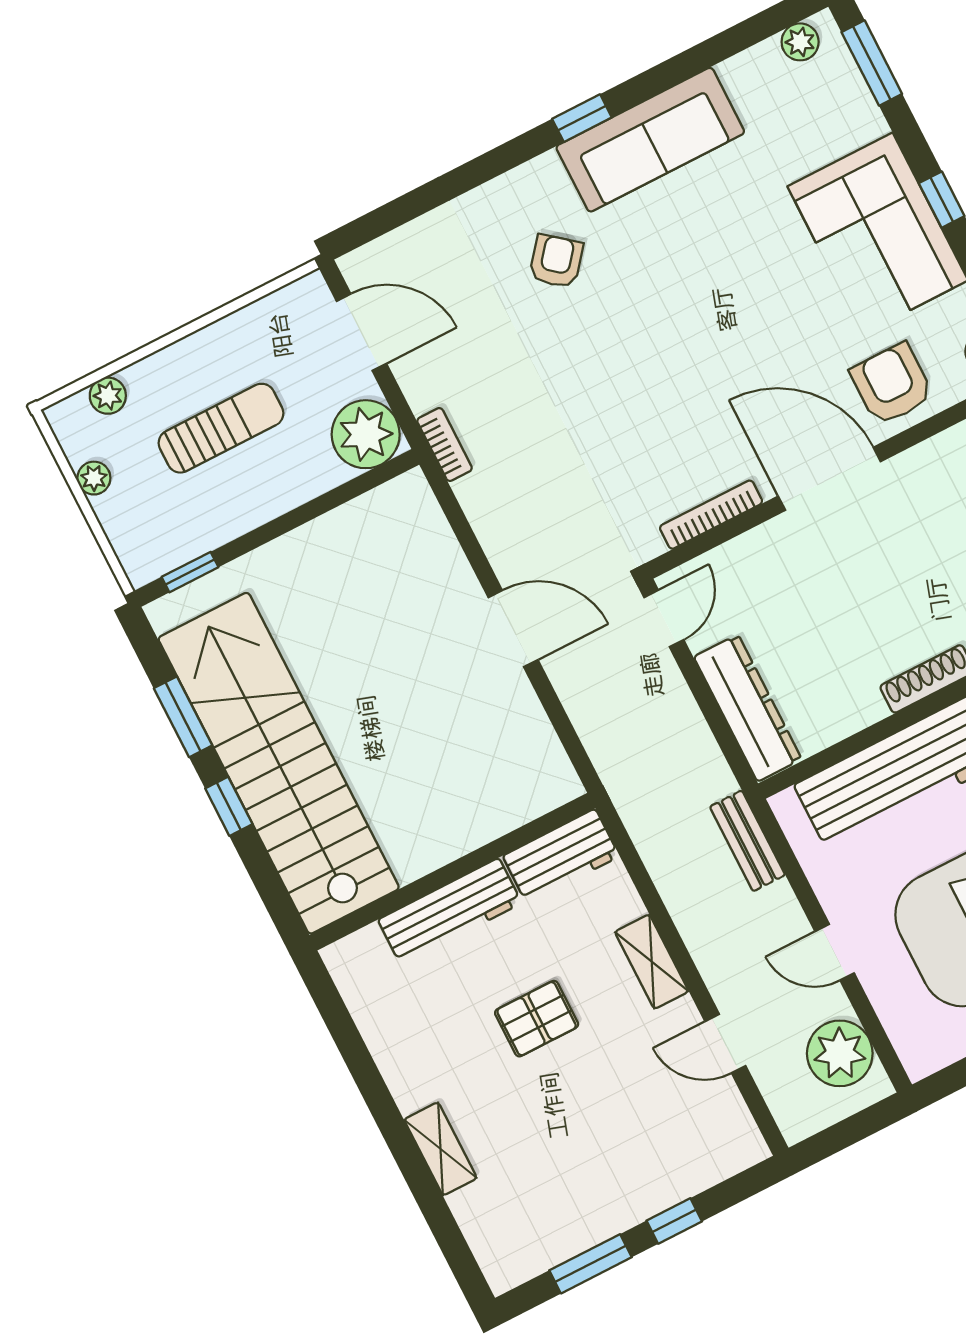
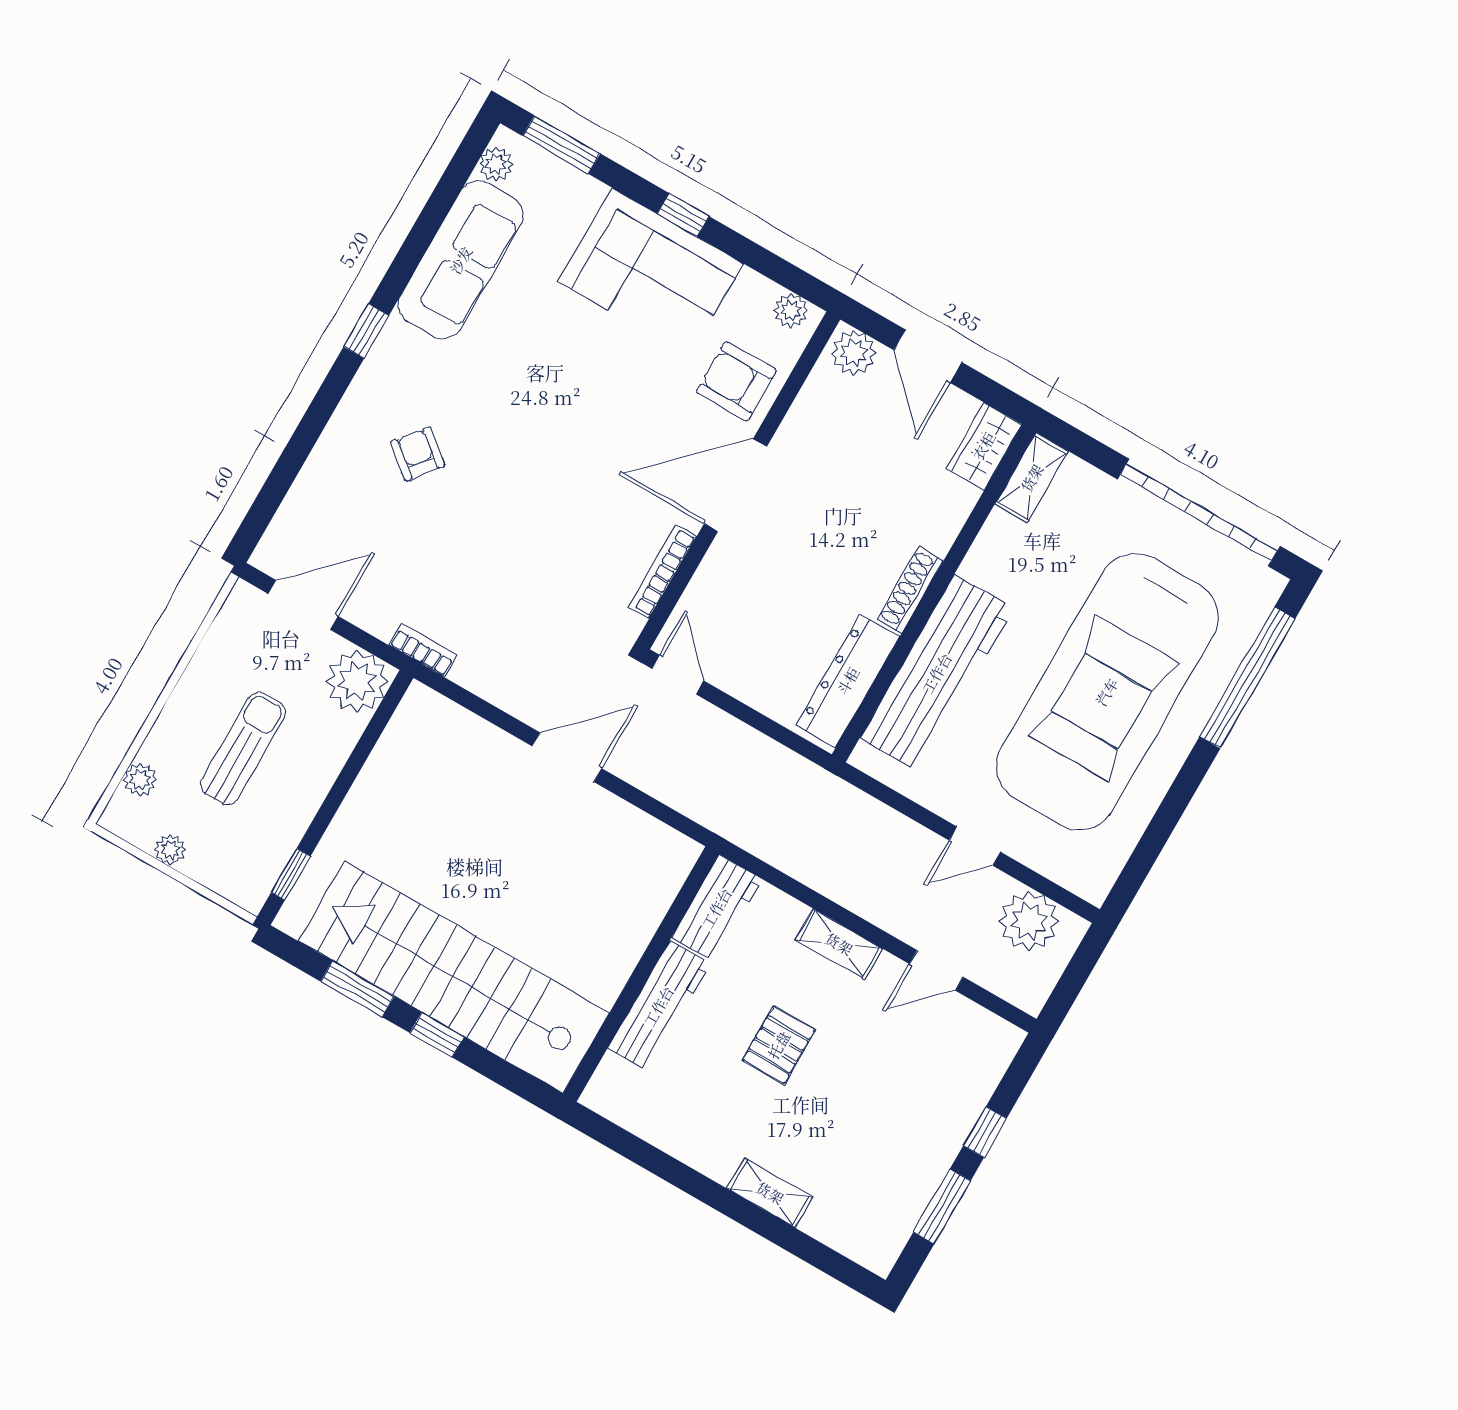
sofa: (650, 140) -> (461, 260), moved
dresser: (748, 708) -> (848, 681), moved, turned -90
bench: (747, 841) -> (852, 804), removed

